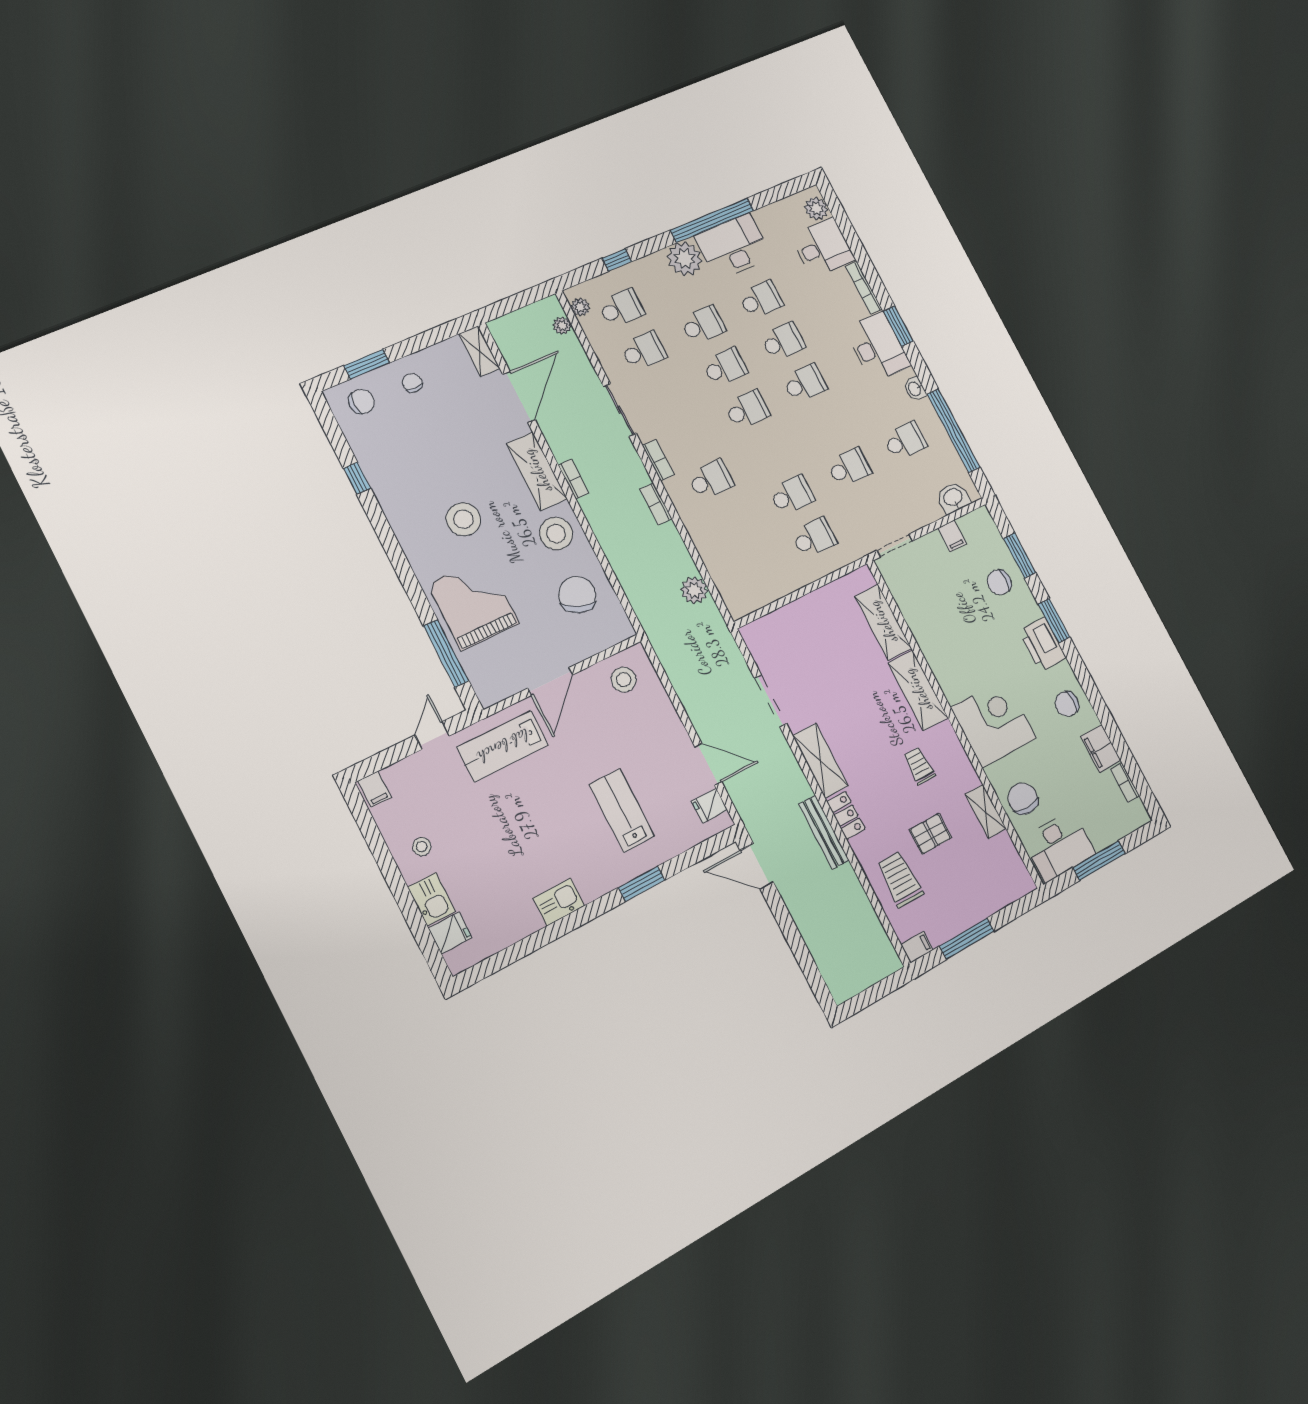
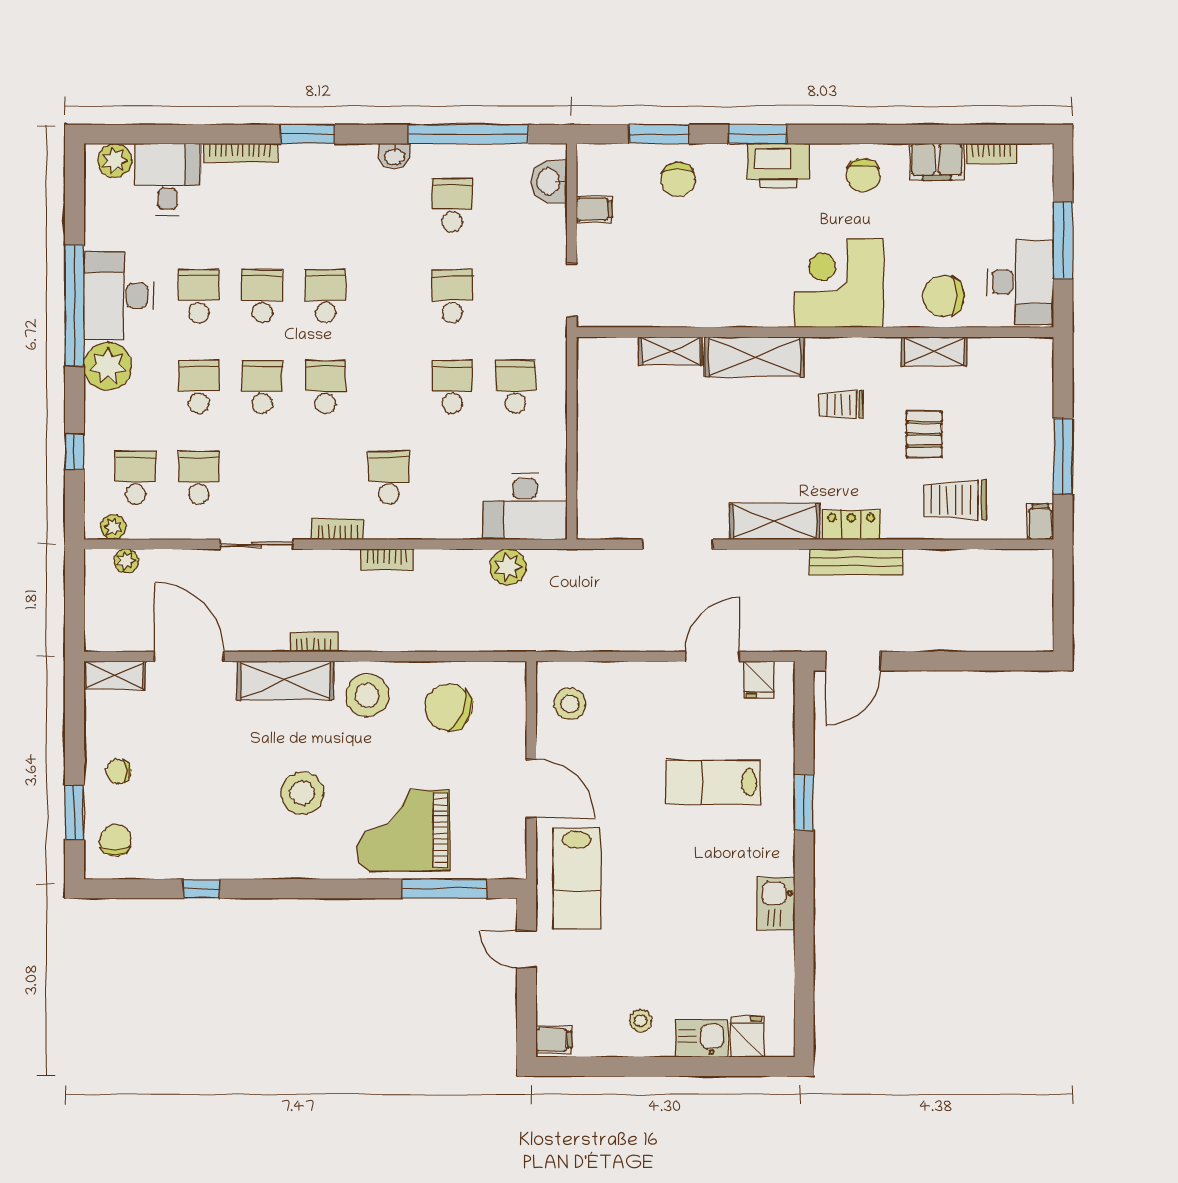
desk: (877, 347) -> (525, 506), moved, turned 180
shelving: (883, 622) -> (671, 351), width x0.67, depth x0.75

